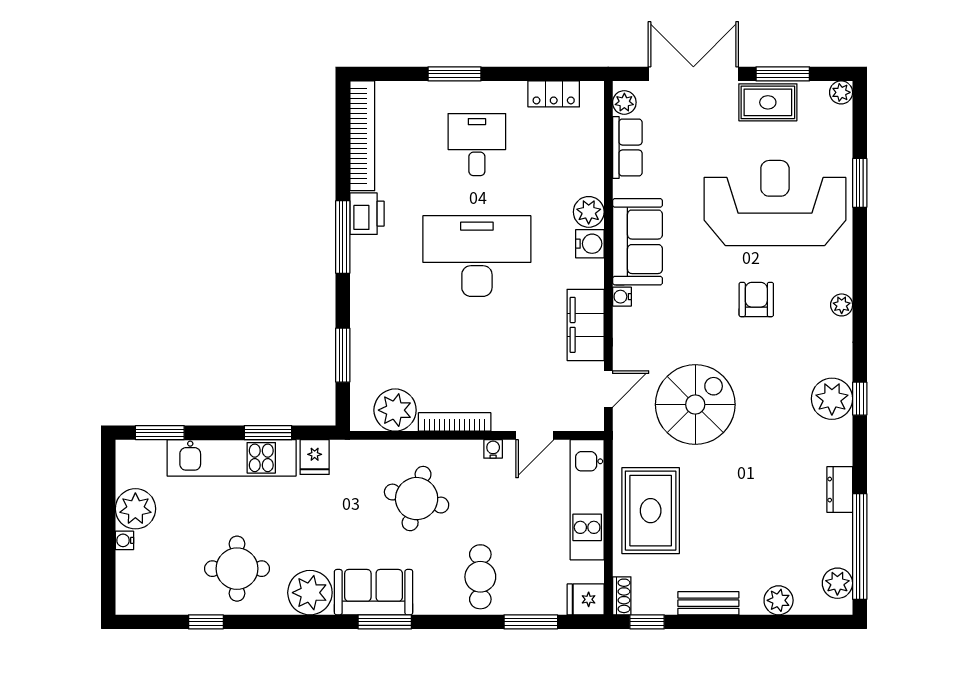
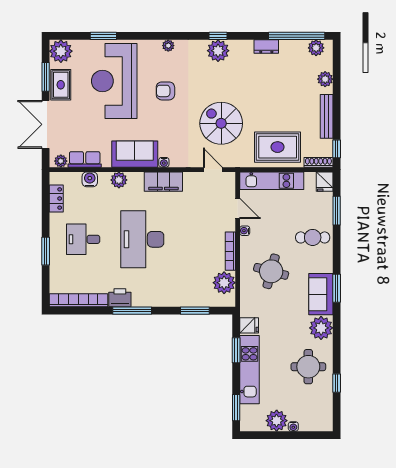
plant: (841, 92) -> (61, 51), width x1.87, depth x1.87
water cooler: (590, 244) -> (90, 179), moved
filing cabinet: (586, 325) -> (163, 182), moved
shoe rack: (622, 596) -> (318, 162), width x1.43
bench: (708, 603) -> (327, 116), width x1.36

